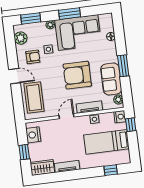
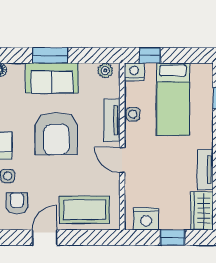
sofa: (111, 79) -> (52, 78), moved

